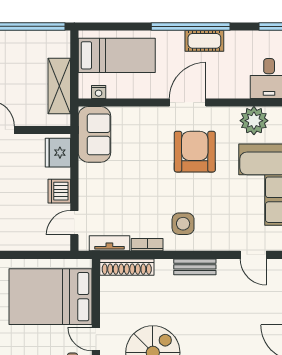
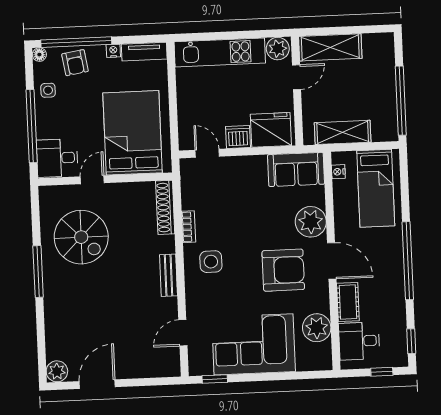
cot: (204, 41) -> (348, 302), moved
plant: (148, 122) -> (311, 222), added
fridge: (58, 153) -> (271, 130), width x1.36, depth x1.34
tv unit: (109, 243) -> (188, 189), removed

